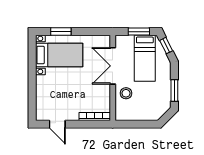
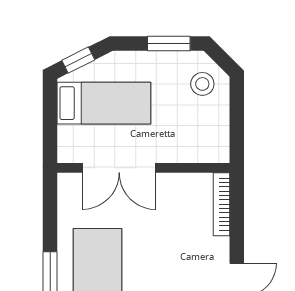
window: (139, 32) -> (50, 115), removed
stool: (126, 93) -> (202, 84), moved

